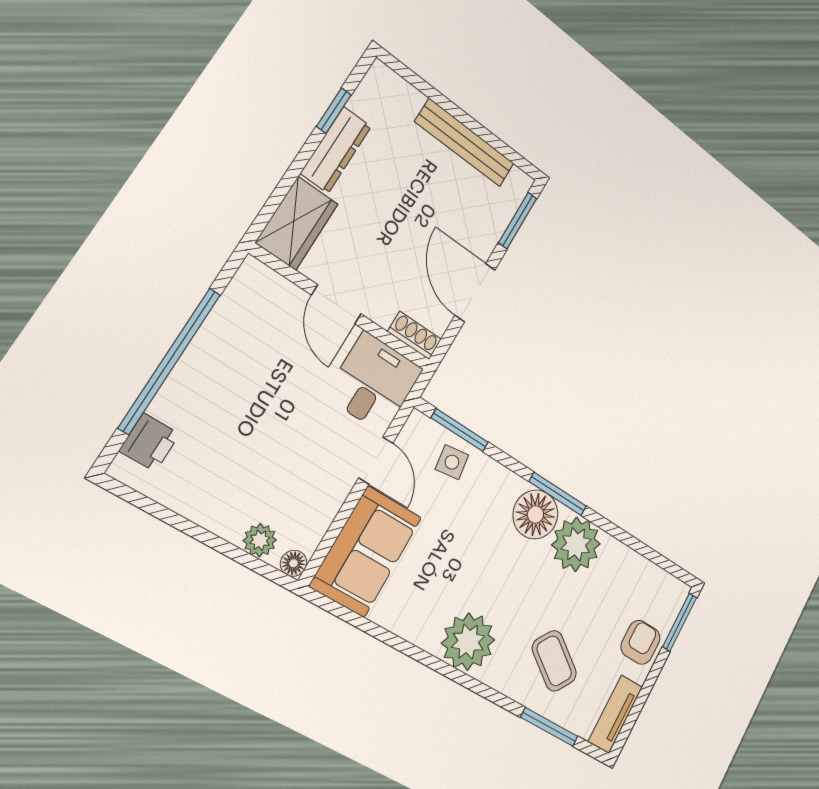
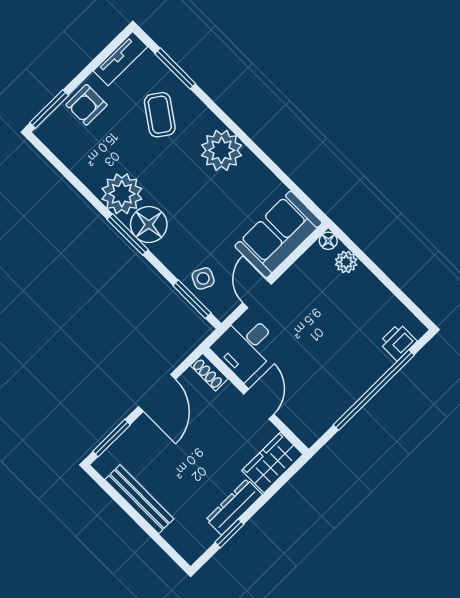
side table: (452, 462) -> (203, 278), turned 34

